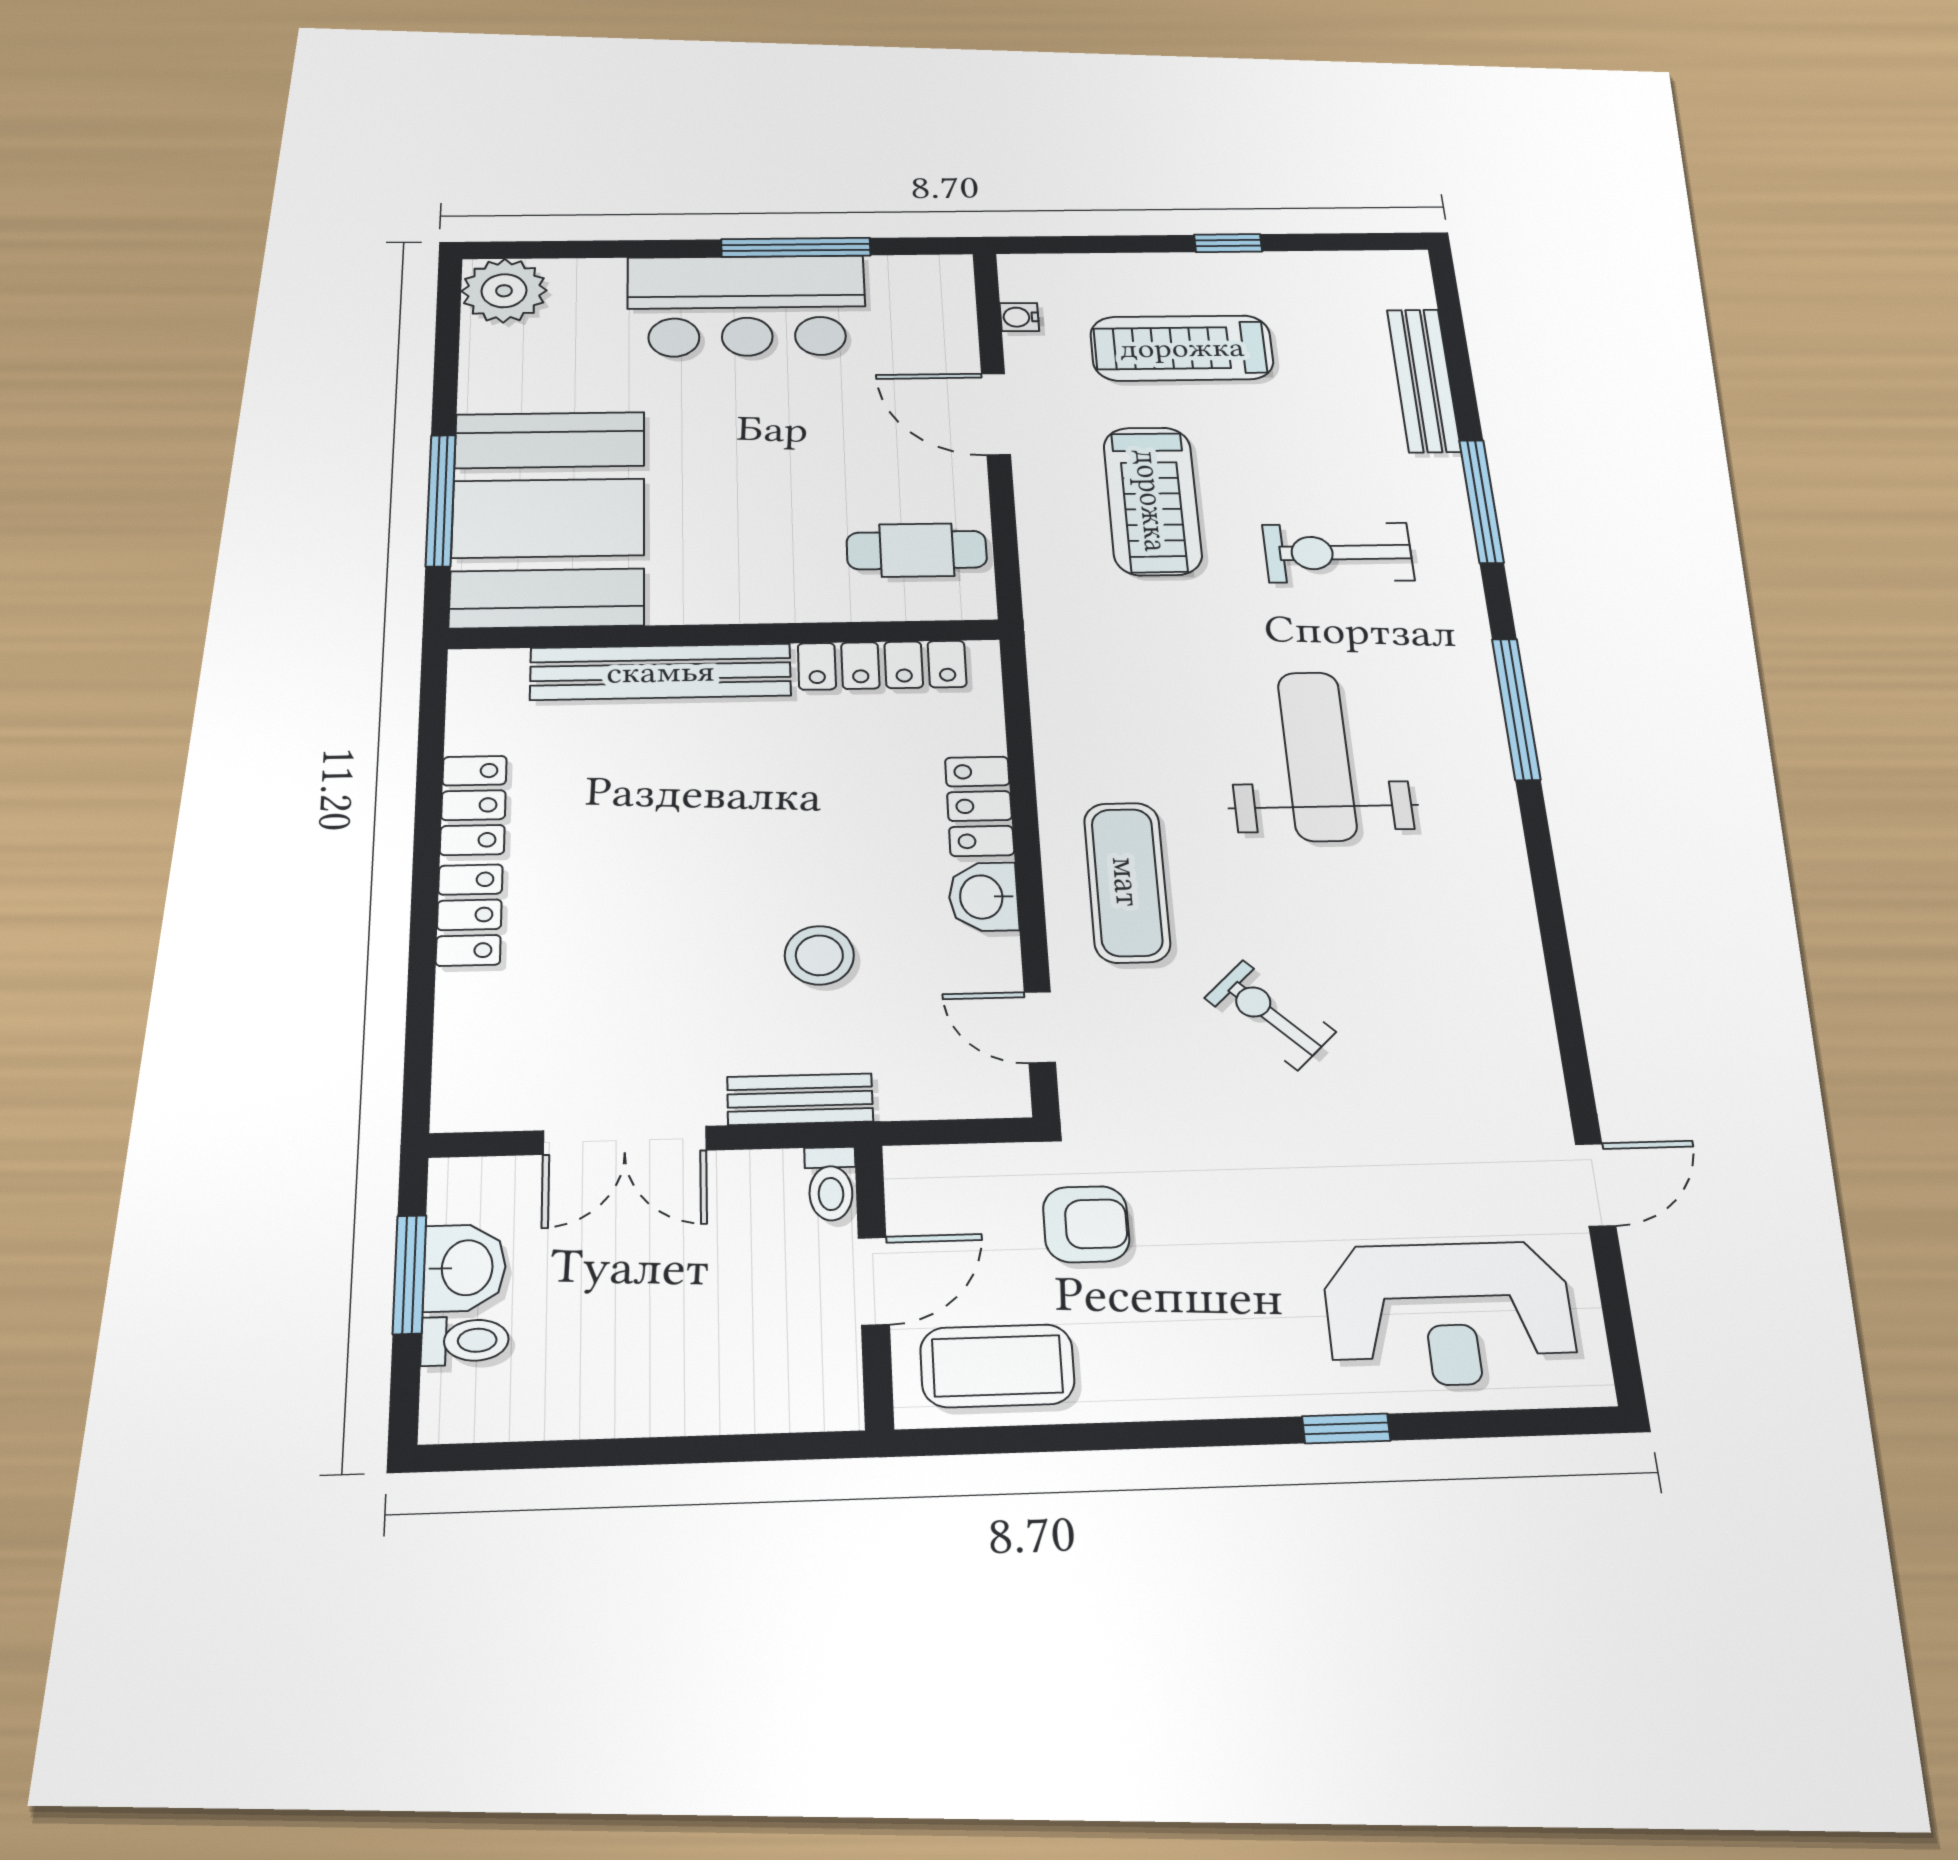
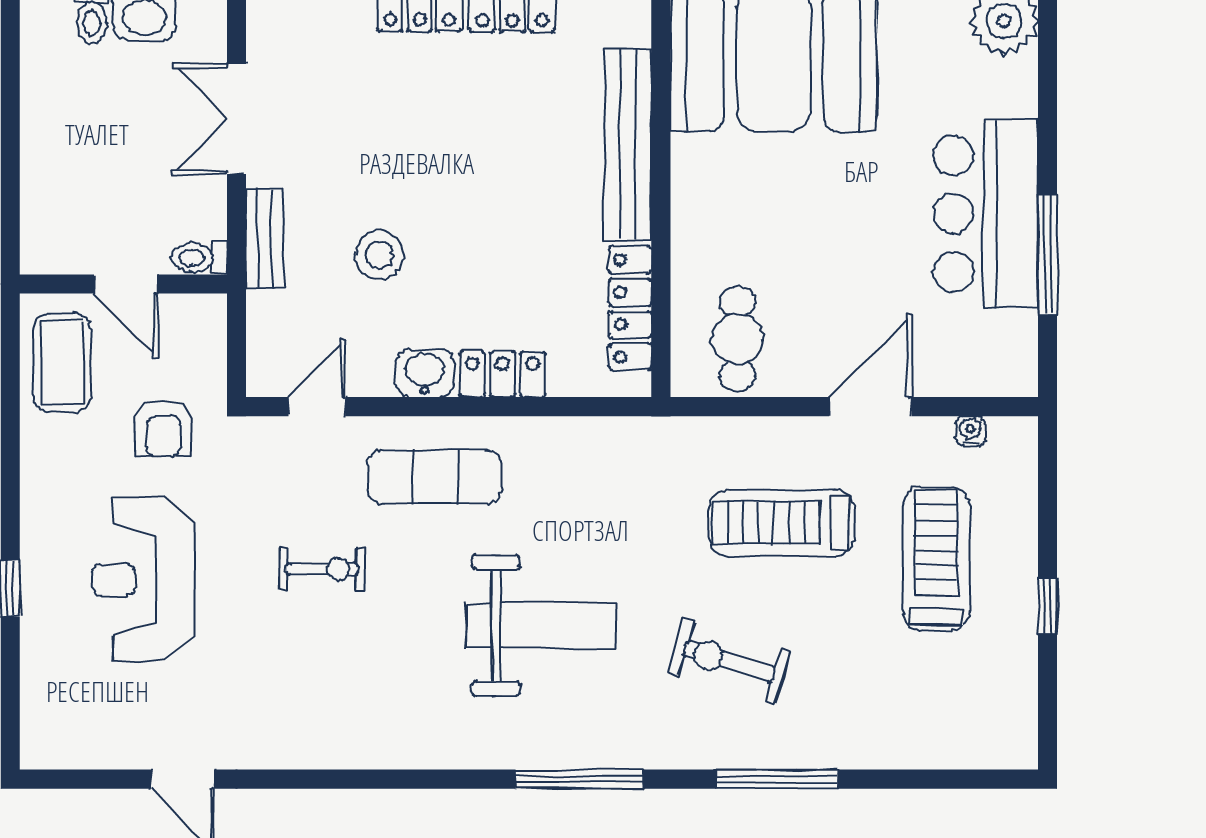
bench: (1424, 380) -> (900, 749), removed
exercise bike: (1338, 553) -> (729, 662), turned -73
exercise bike: (1270, 1015) -> (322, 569), turned 45
reception desk: (1449, 1314) -> (143, 580), moved

